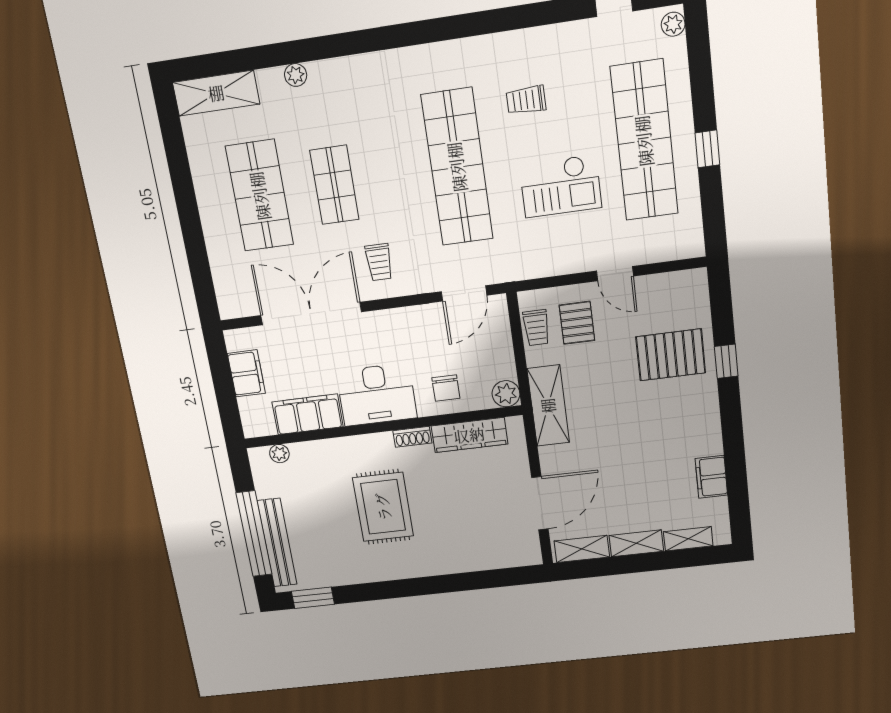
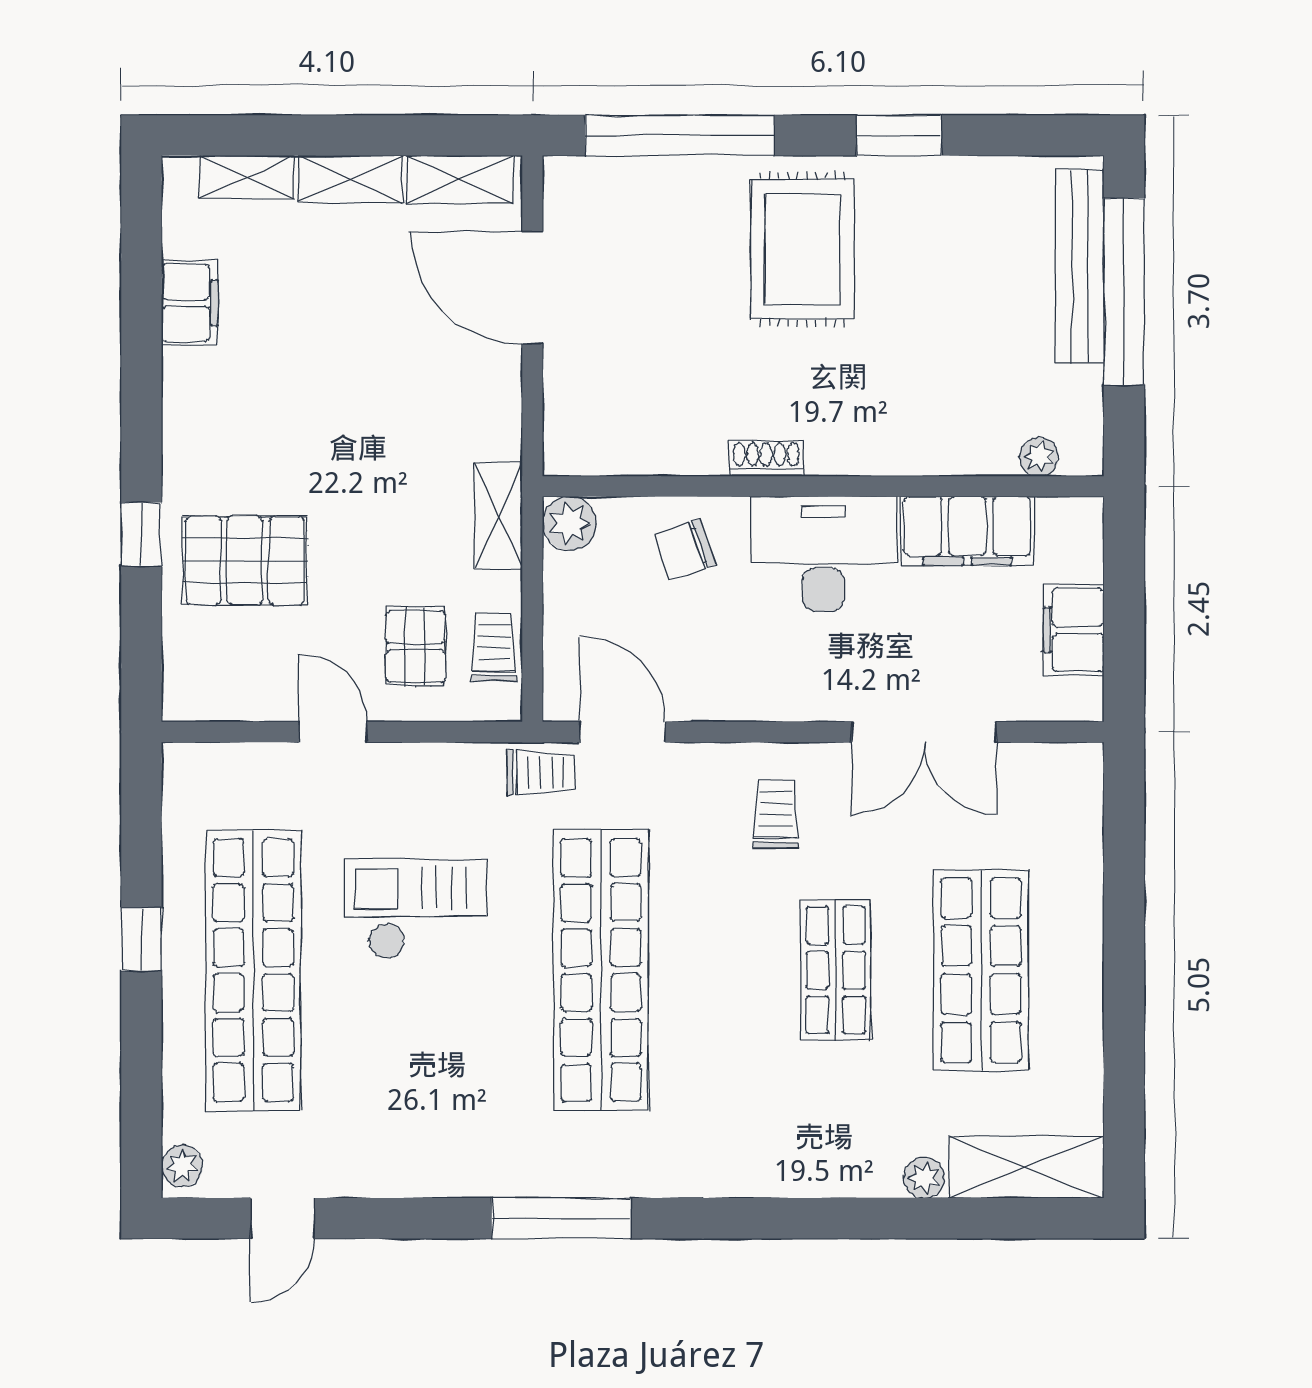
window: (459, 26) -> (561, 1218), added
plant: (296, 75) -> (924, 1178), moved
trolley: (526, 100) -> (541, 772), moved
door: (464, 293) -> (623, 732), hinge flipped
double door: (311, 314) -> (924, 732), width x0.73
chair: (446, 388) -> (685, 550), turned -109
shelving: (548, 406) -> (498, 516), width x0.67, depth x0.75
wardrobe: (469, 435) -> (653, 448), removed
door: (540, 503) -> (532, 288), hinge flipped
rug: (383, 507) -> (802, 249), moved
window: (478, 580) -> (680, 135), added
window: (313, 598) -> (899, 135), moved

